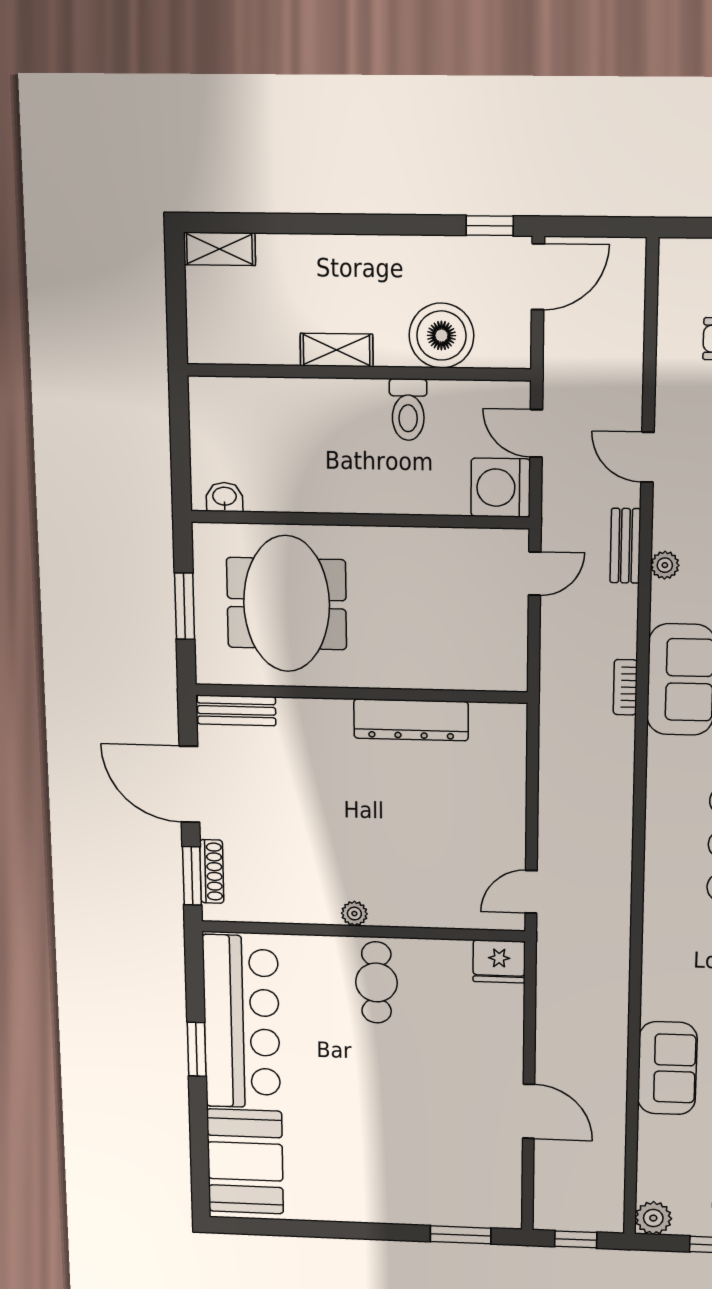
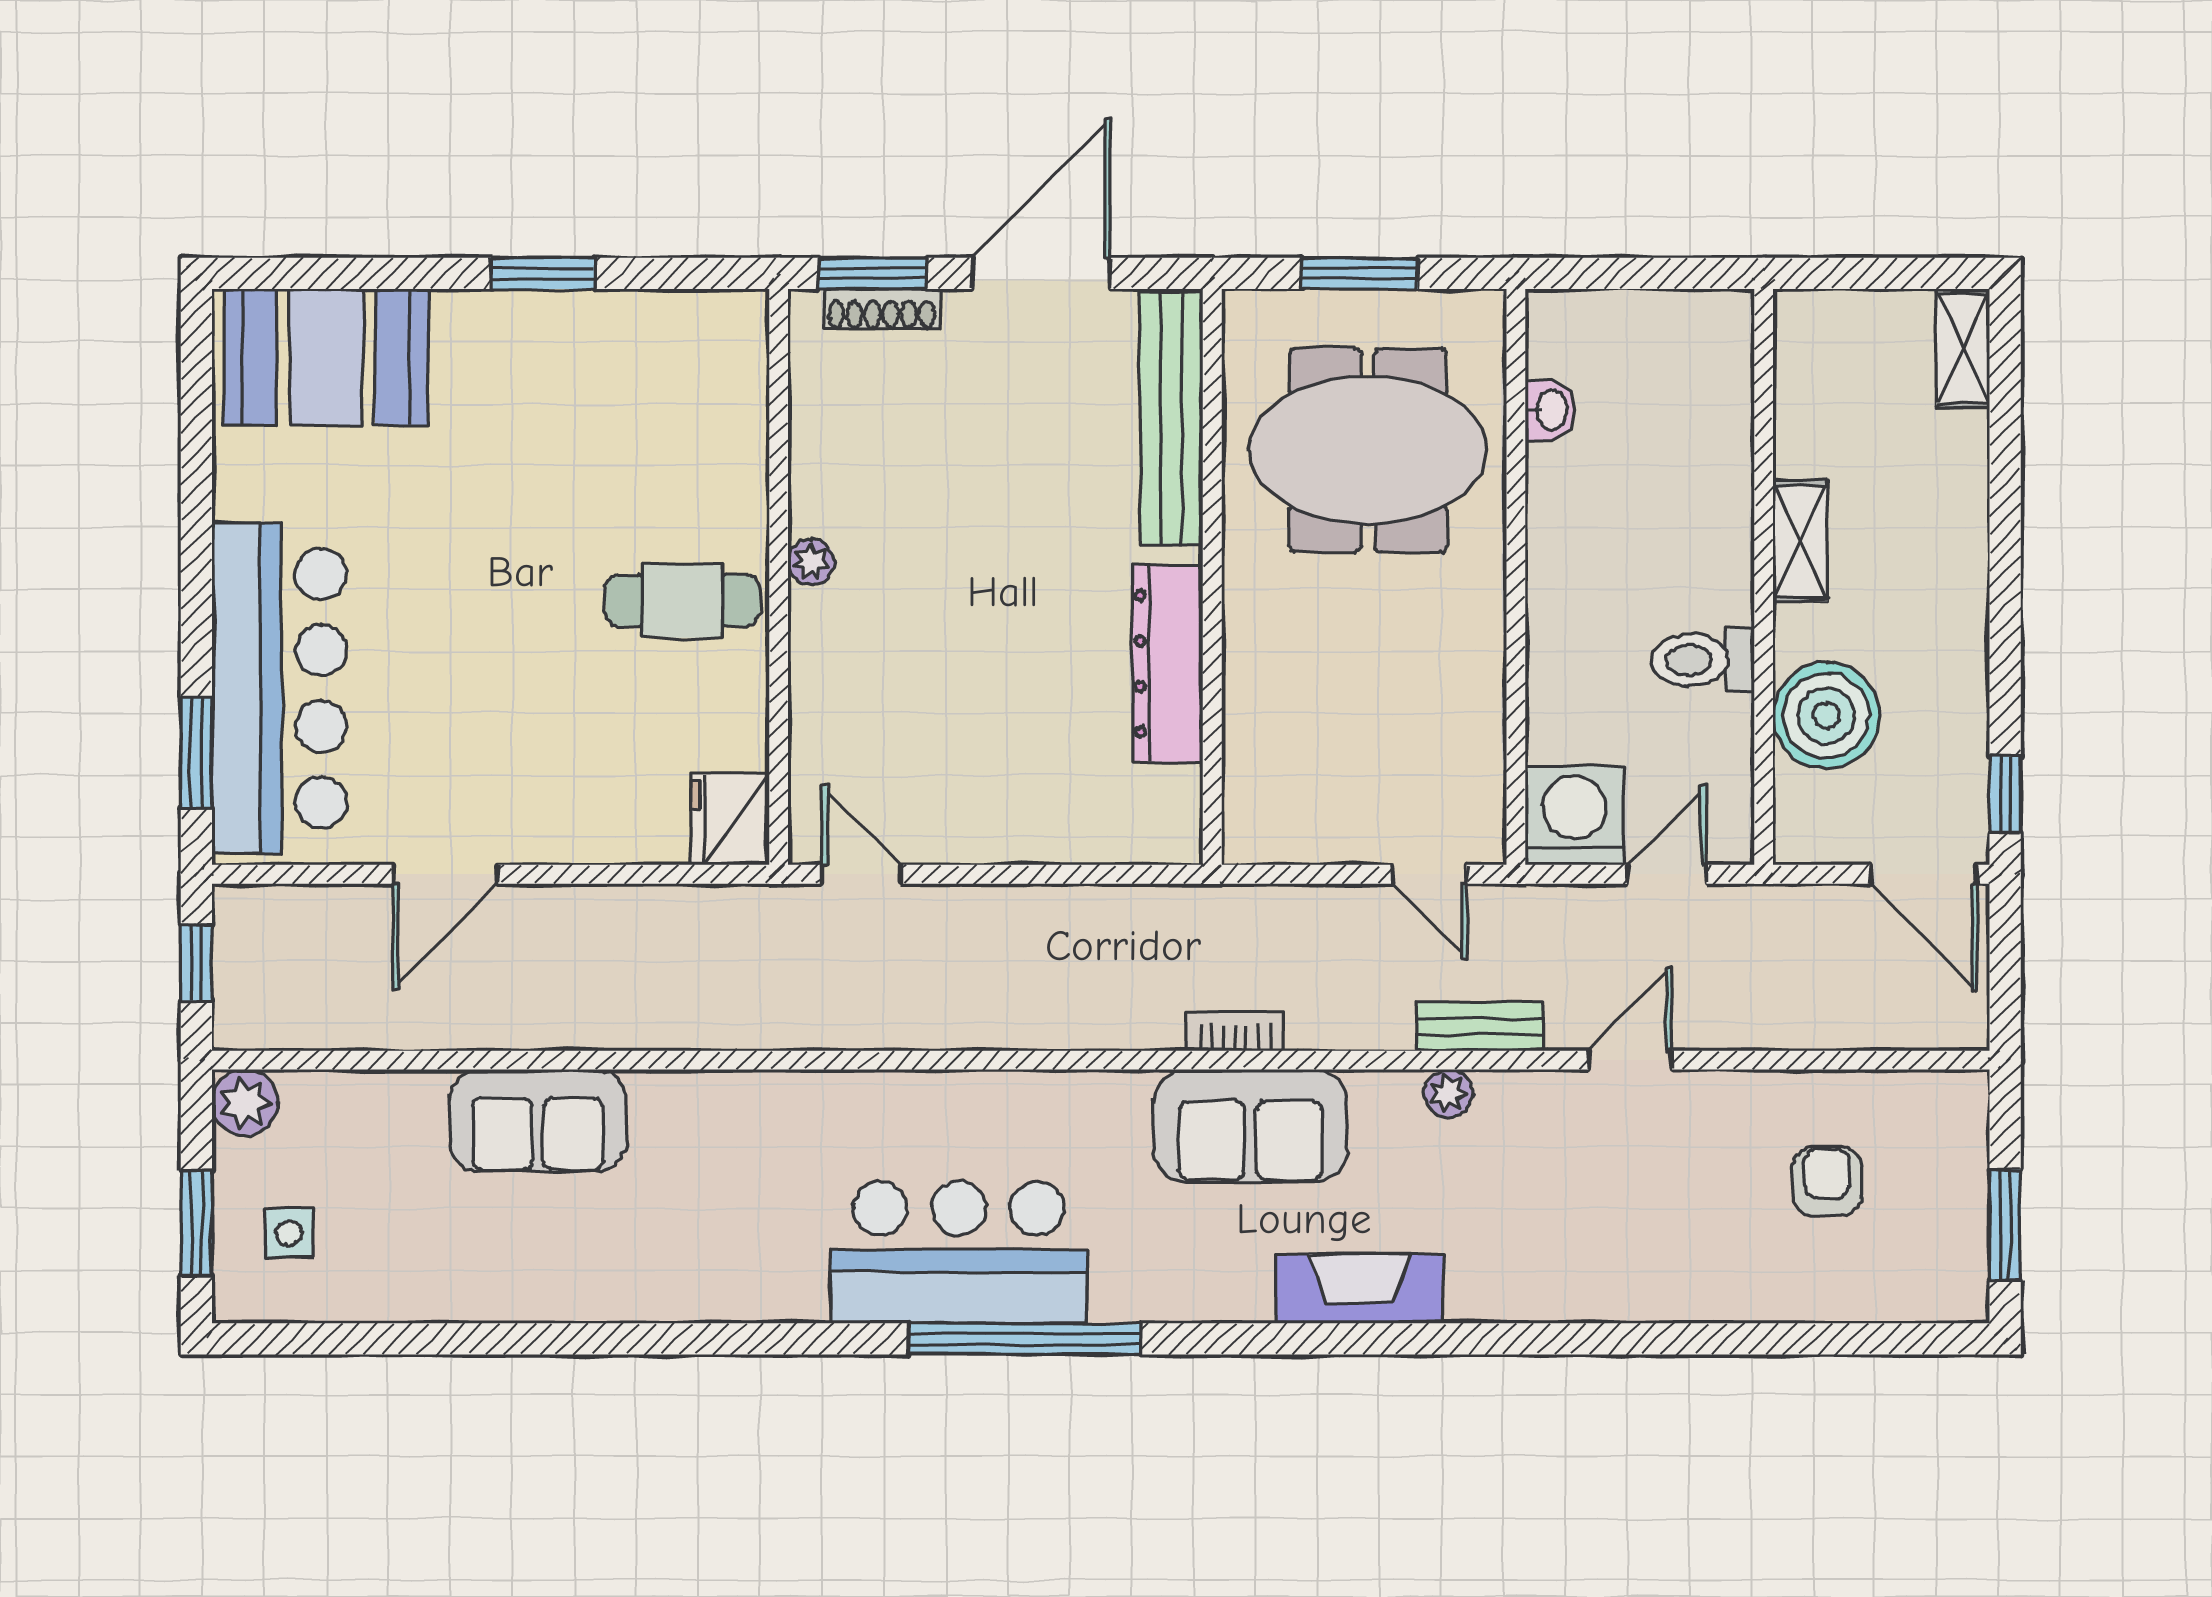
washbasin: (224, 497) -> (1550, 410), moved
bench: (236, 710) -> (1171, 418), width x1.86, depth x1.21
bar counter: (242, 1022) -> (279, 688), moved, turned -90

